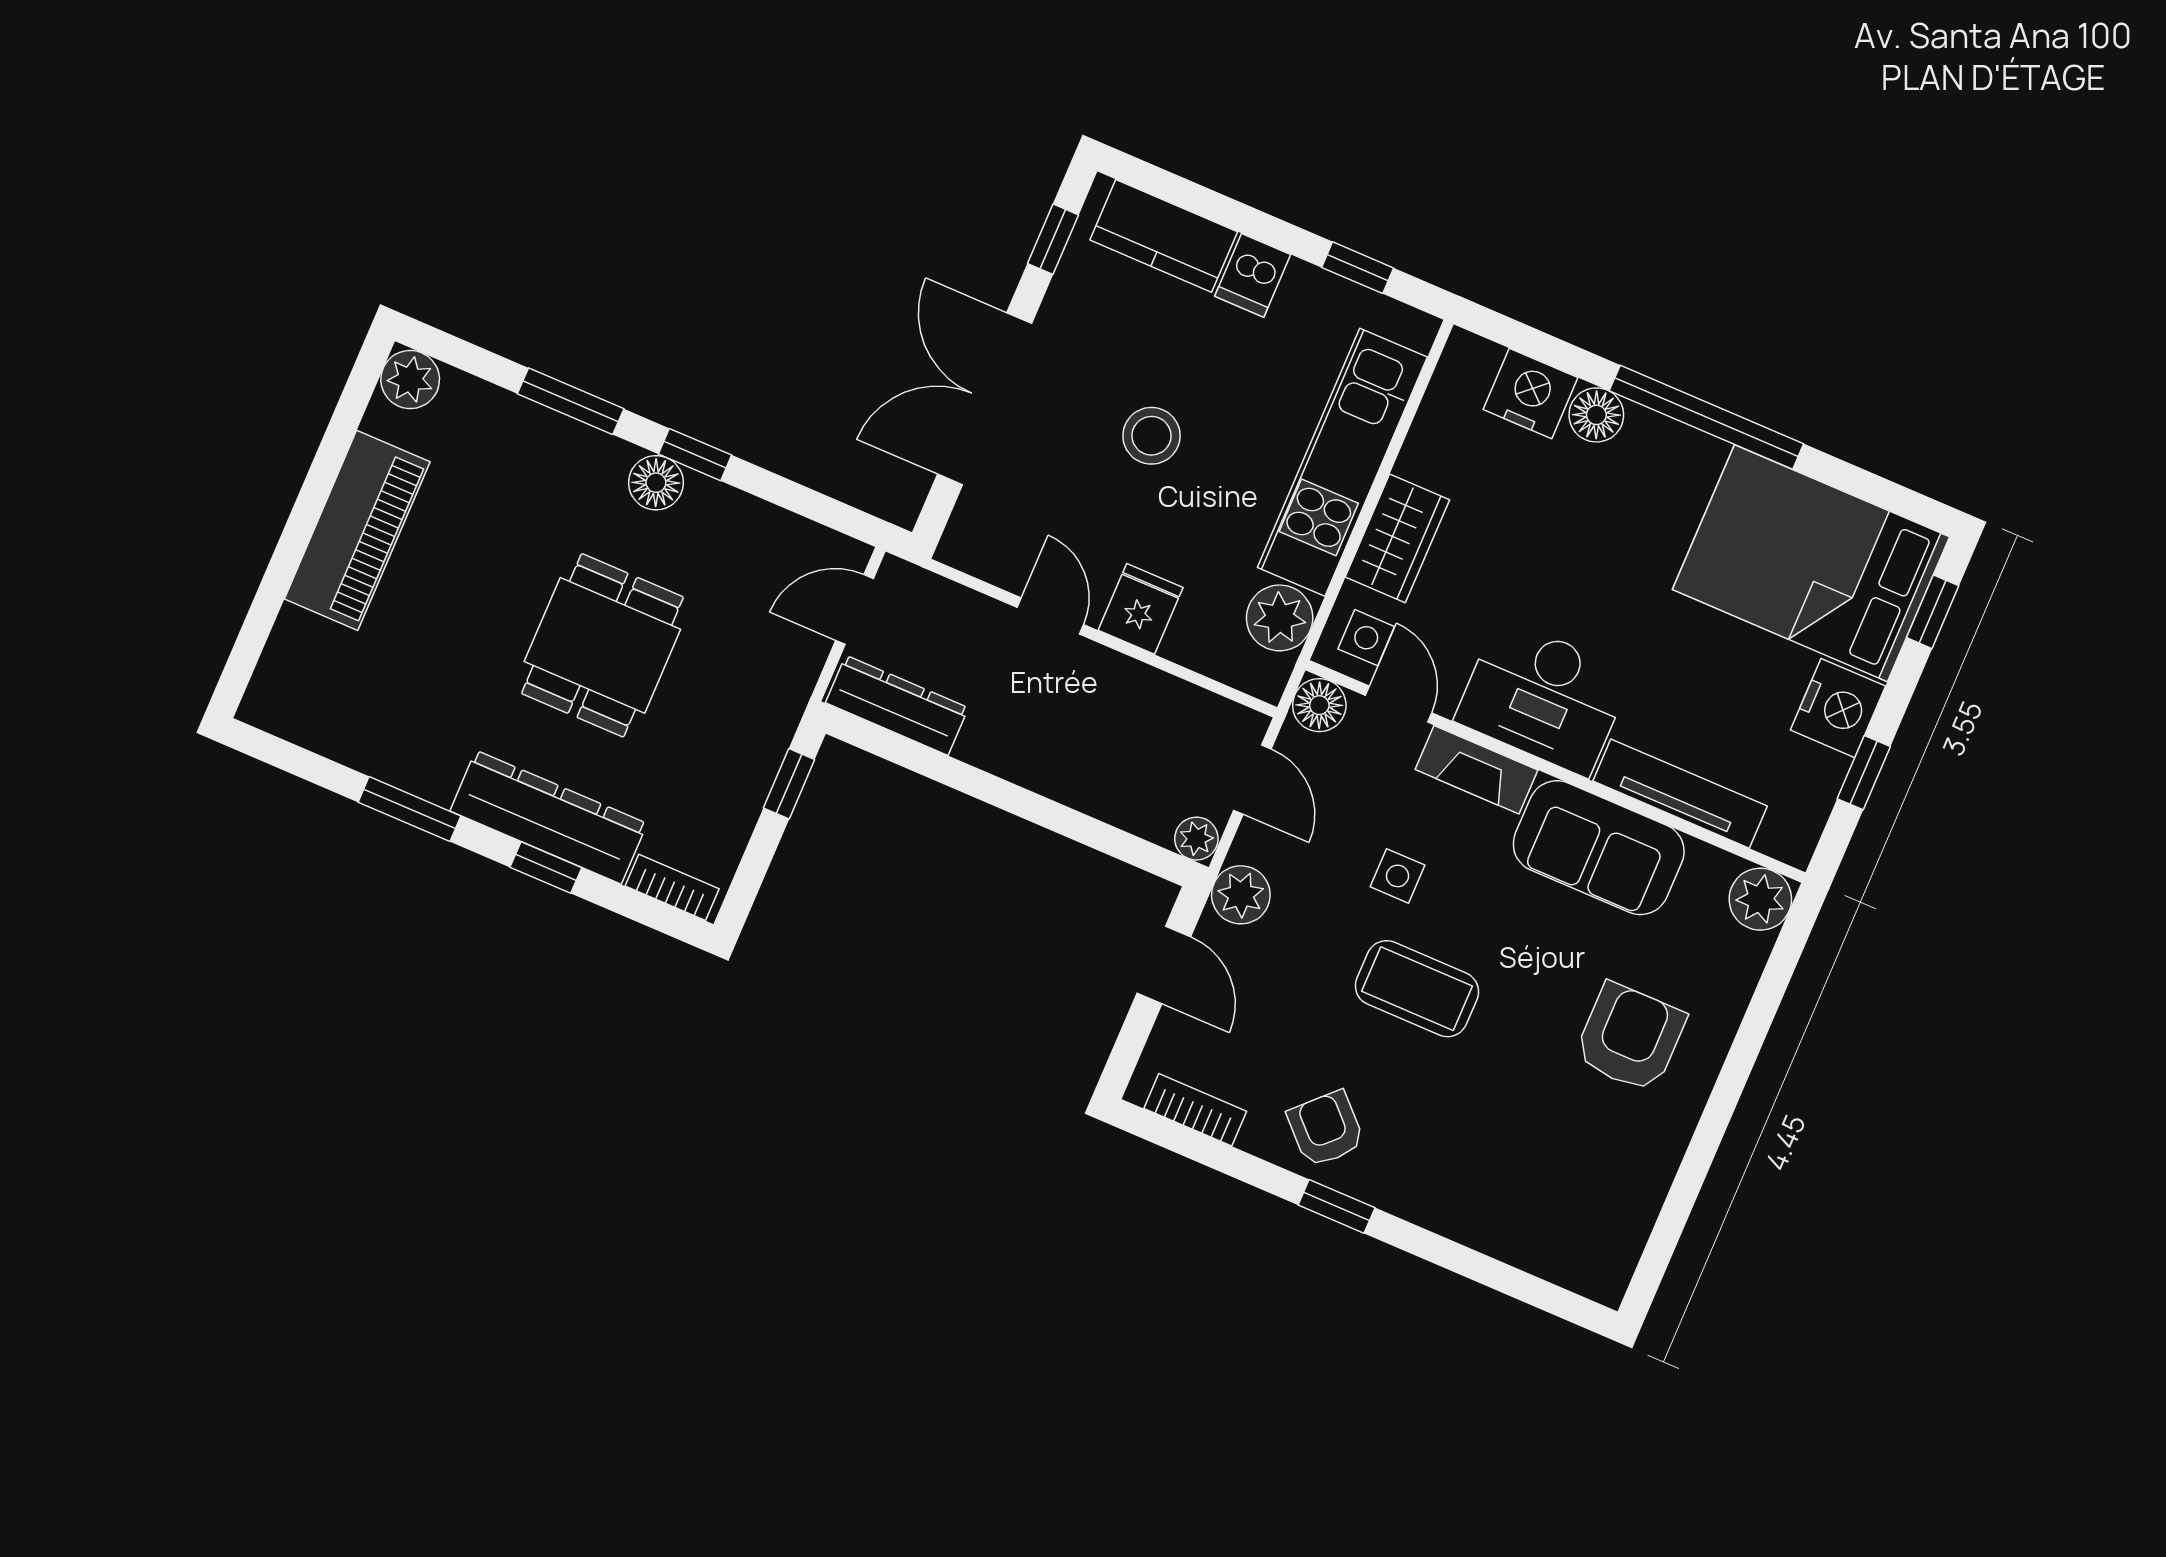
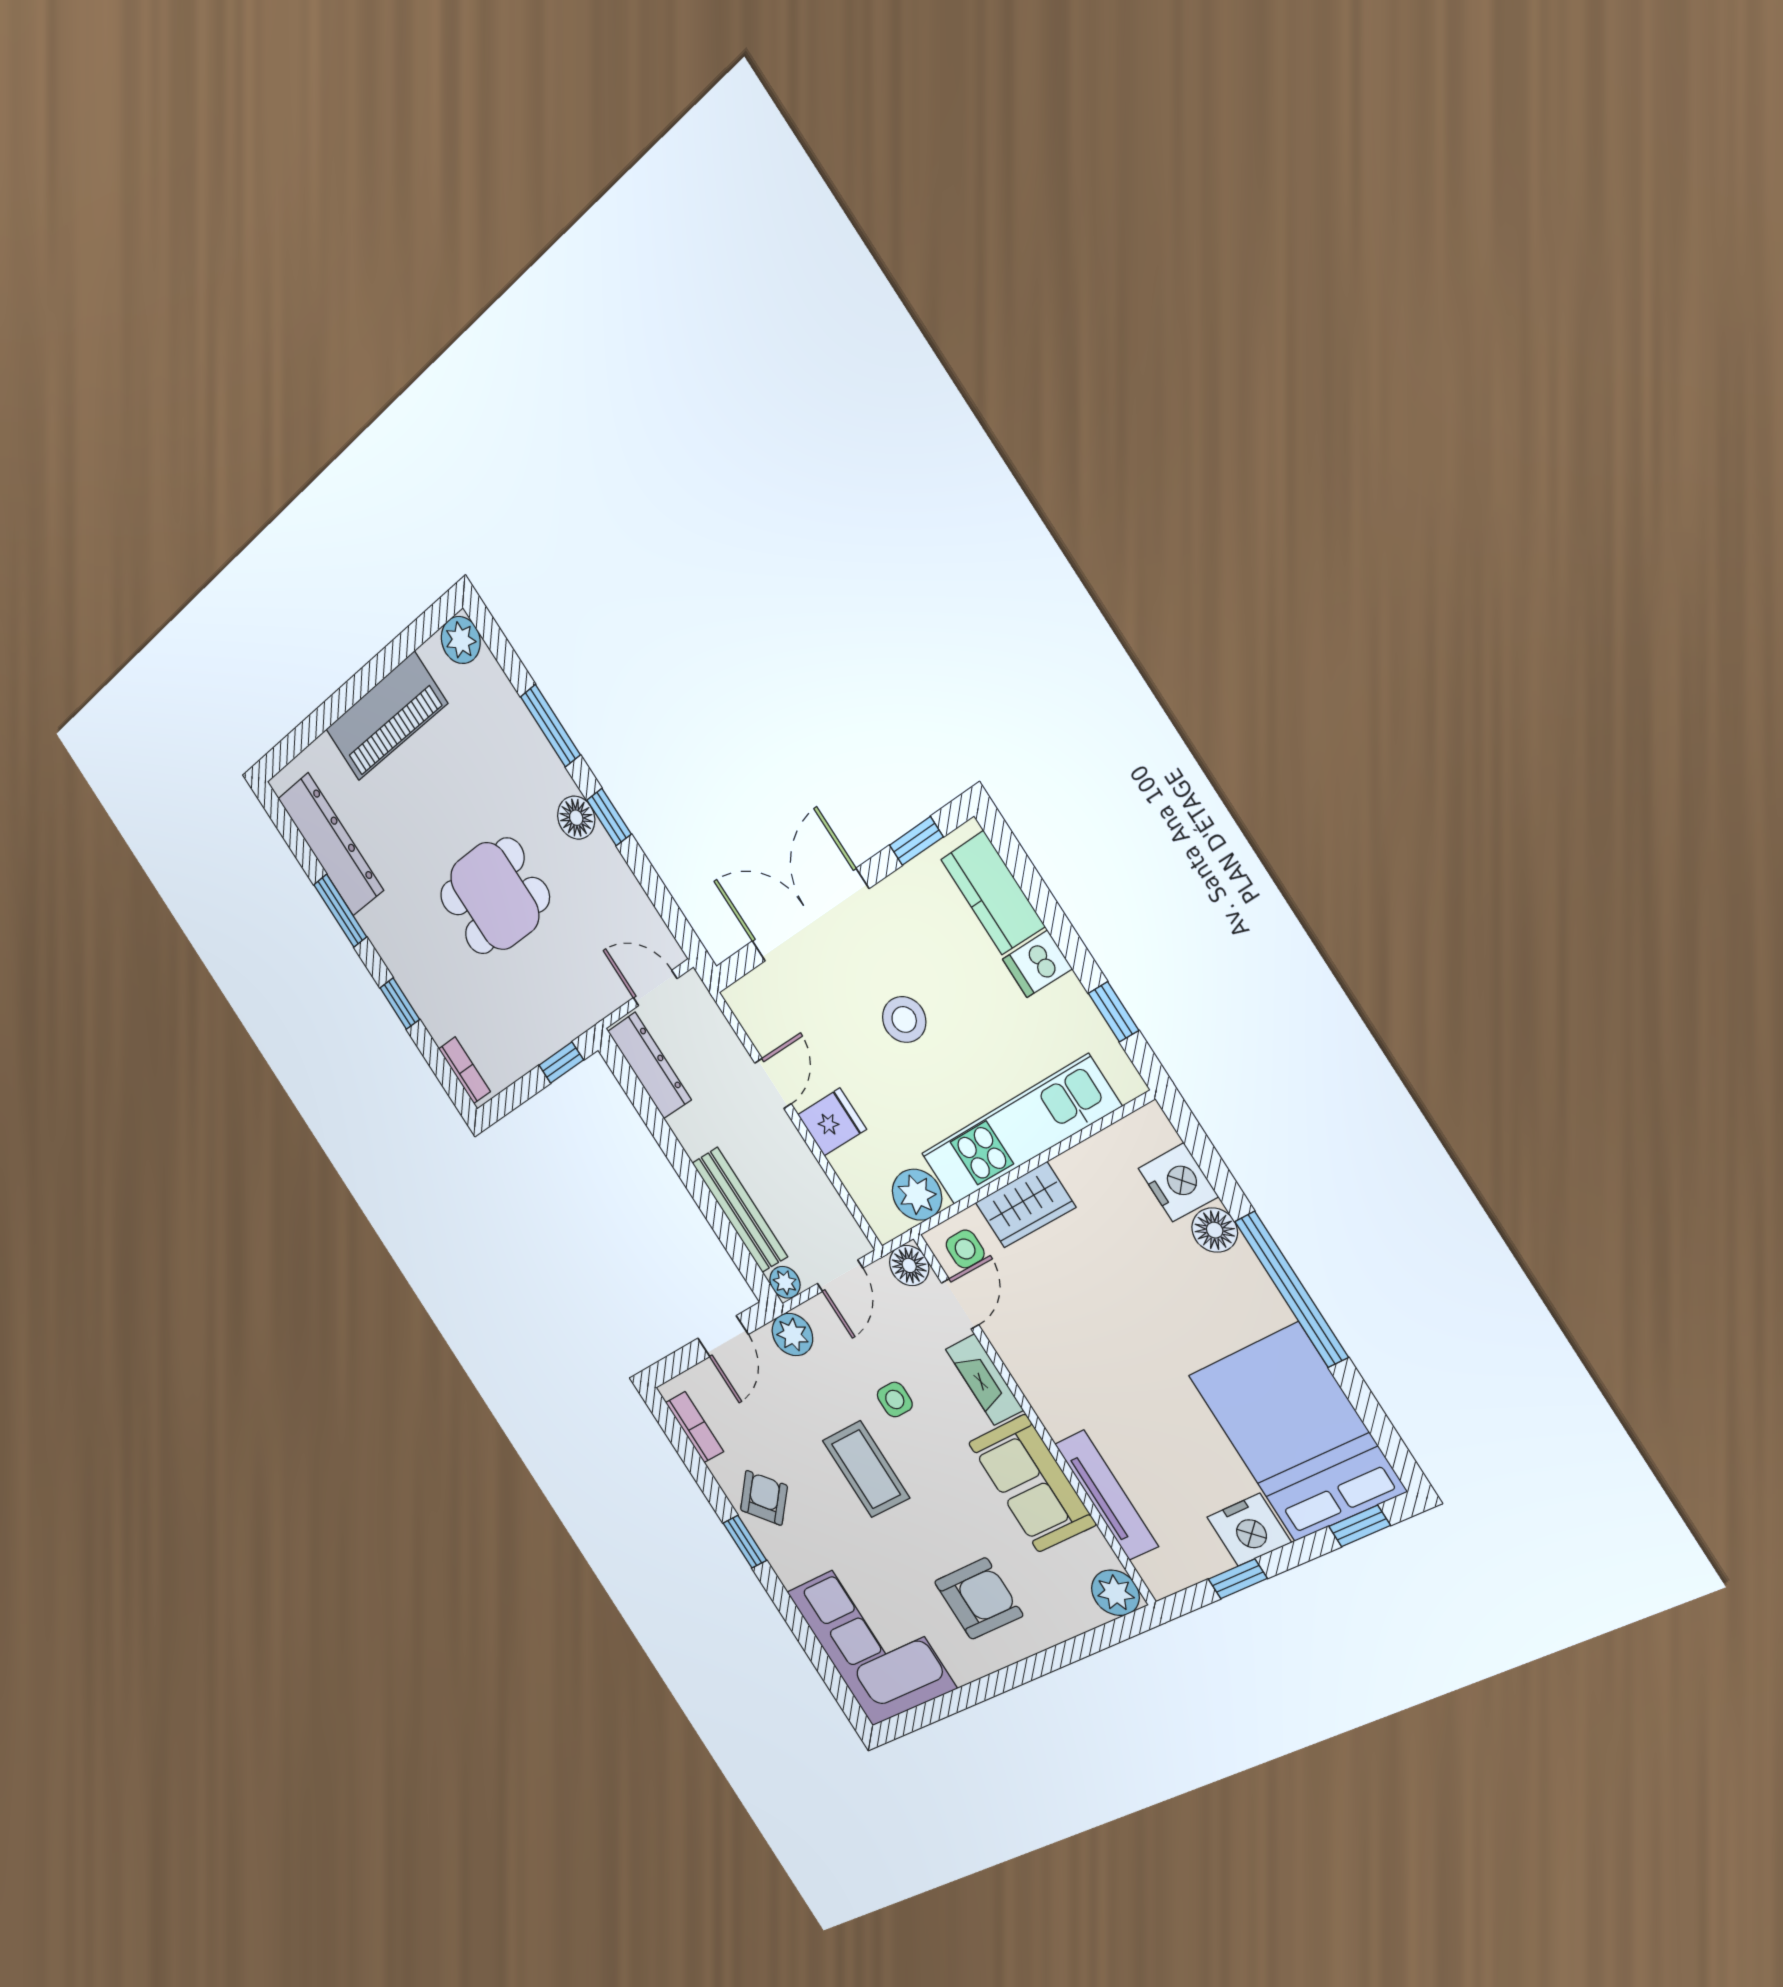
desk: (1543, 697) -> (1057, 1372), removed
bench: (1097, 794) -> (740, 1210), added
dresser: (549, 817) -> (331, 844), moved
corner sofa: (1549, 1200) -> (871, 1640), added

